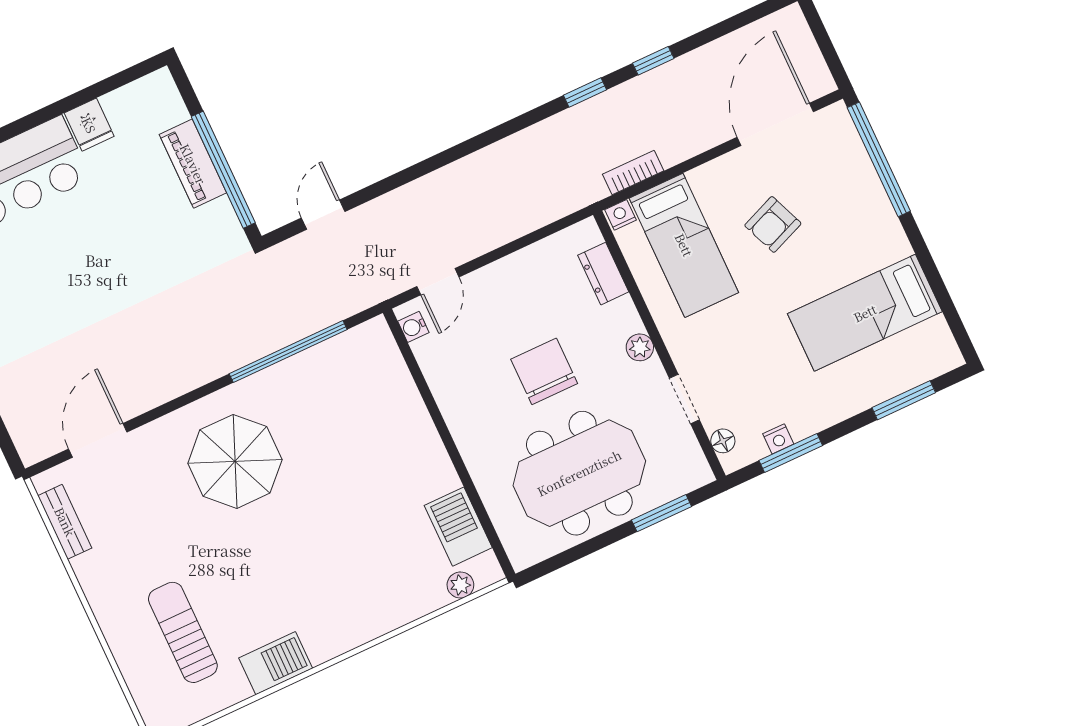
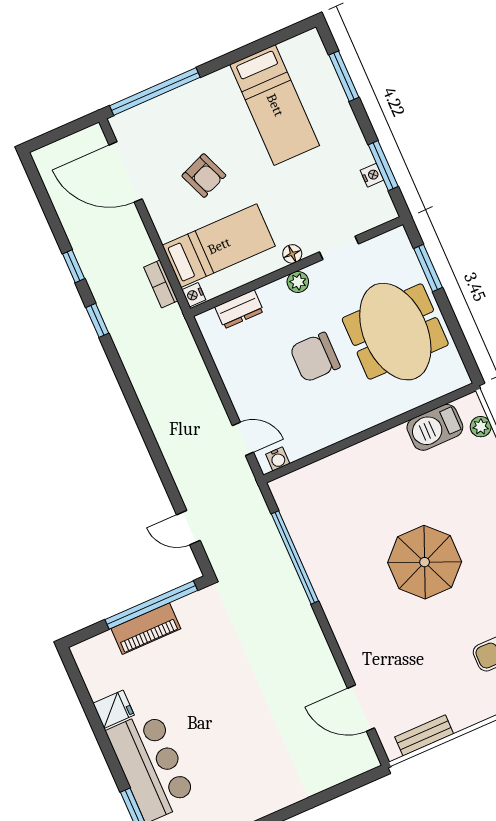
floor lamp: (723, 441) -> (292, 254), moved
parasol: (235, 461) -> (425, 562), moved

